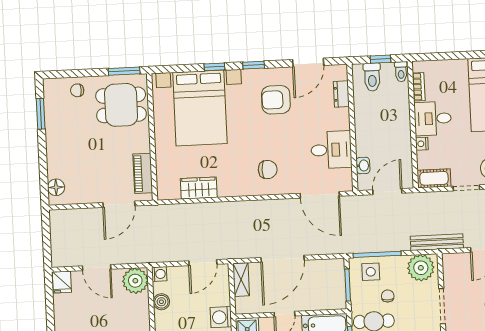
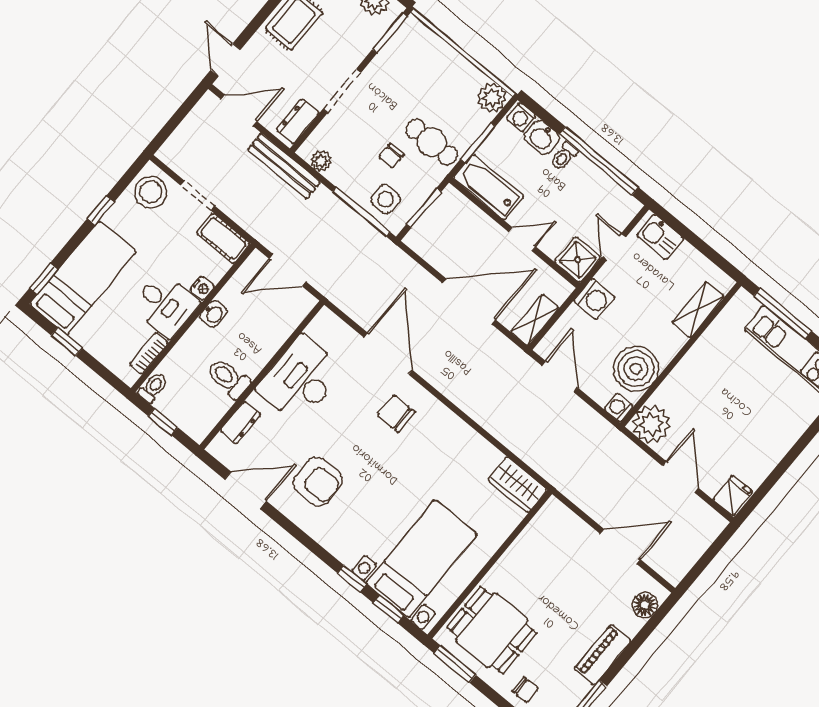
window: (465, 55) -> (67, 342), added
window: (254, 65) -> (389, 609), moved
toilet: (372, 77) -> (228, 378), moved, turned -90
bed with nightstands: (200, 108) -> (422, 559), width x0.73
desk: (331, 150) -> (301, 379), width x1.37
washbasin: (363, 165) -> (213, 314), moved, turned 180
piano: (143, 173) -> (603, 655), moved, turned 180
wardrobe: (199, 188) -> (517, 485), moved
door: (320, 195) -> (388, 354), moved
door: (119, 204) -> (620, 547), moved
door: (203, 263) -> (560, 377), hinge flipped
plant: (421, 268) -> (321, 161), width x0.53, depth x0.53
dresser: (450, 271) -> (298, 121), added
boiler: (161, 302) -> (636, 369), width x1.86, depth x1.86

